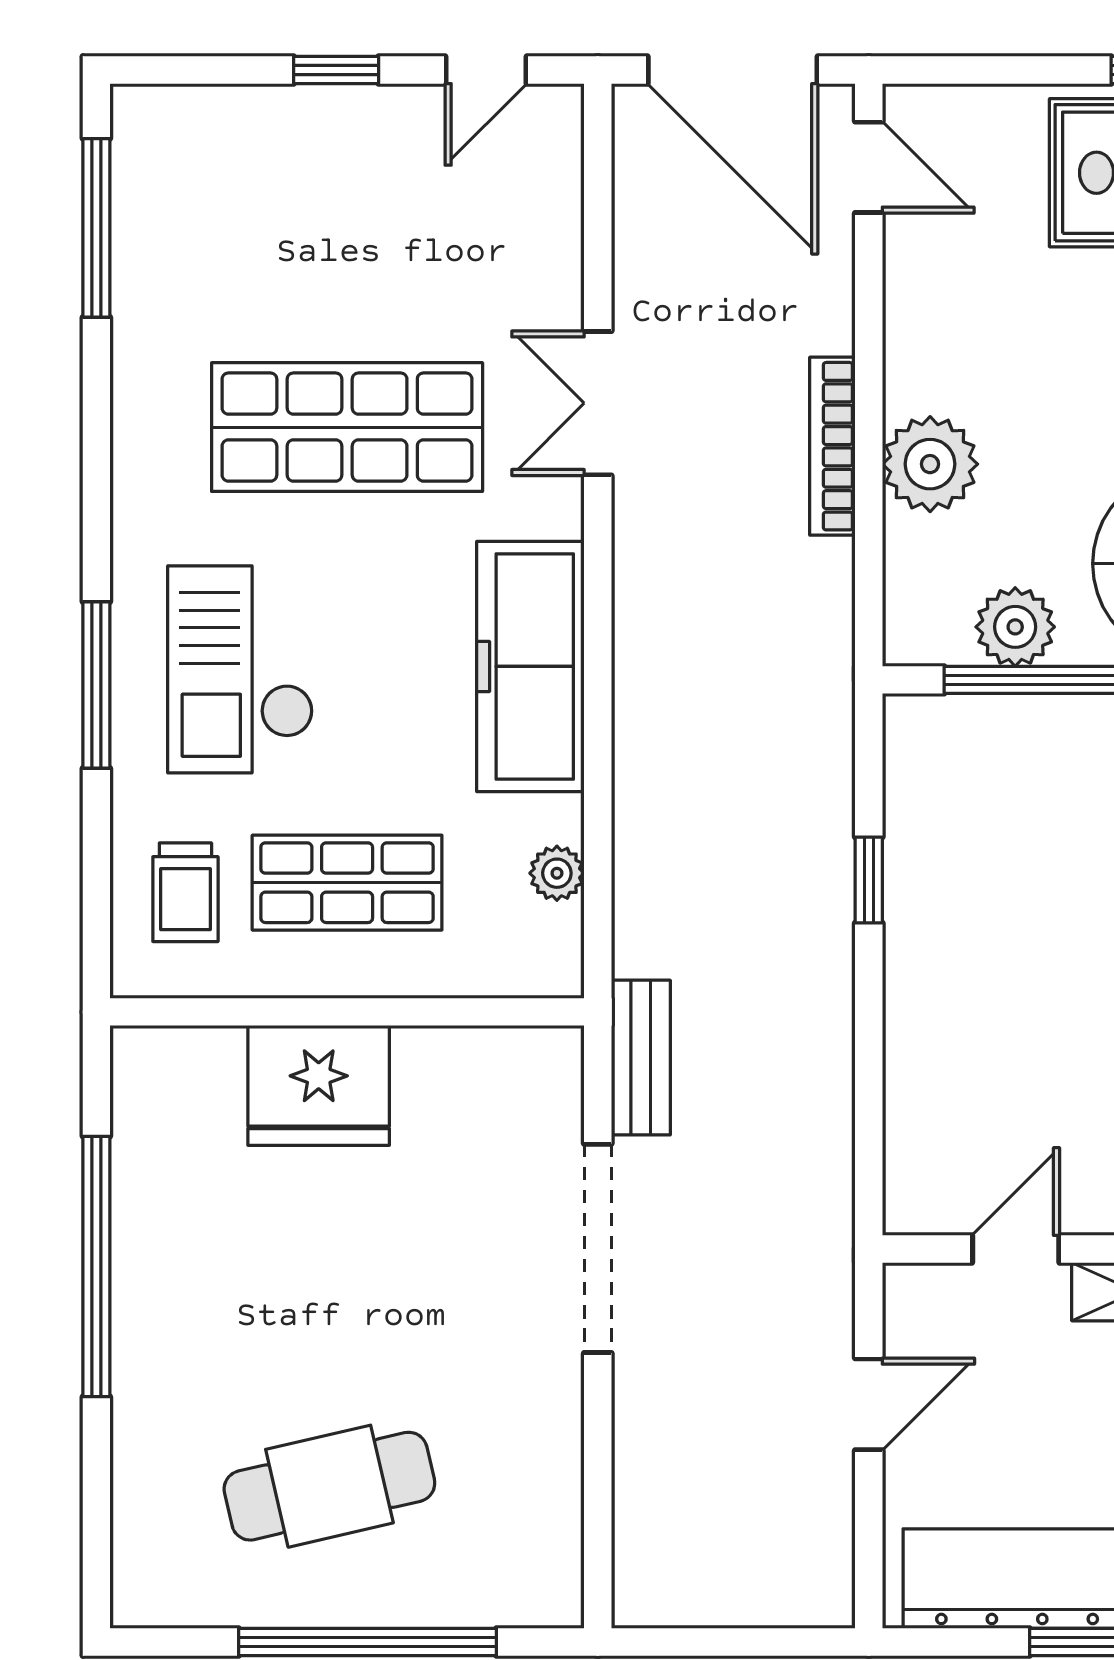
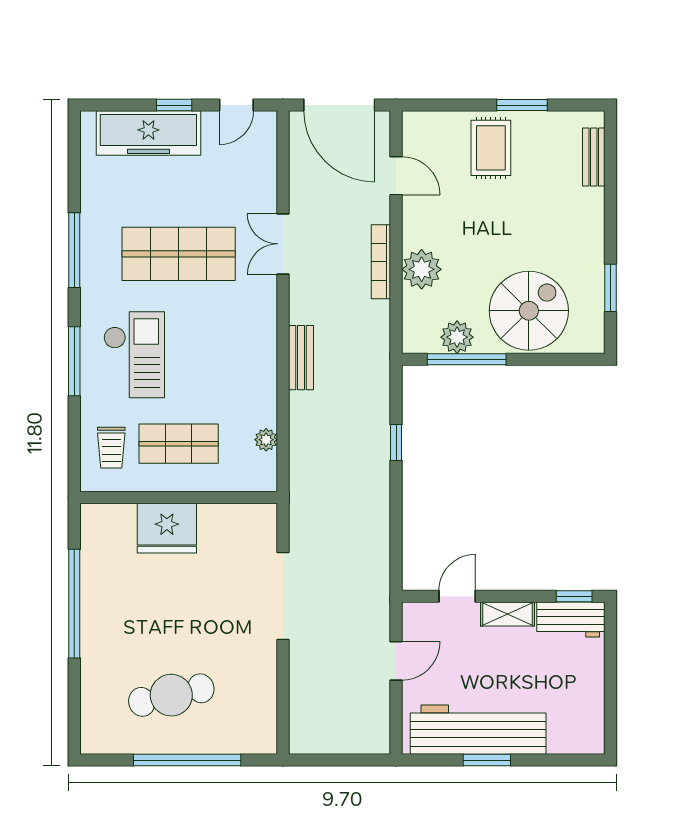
door: (869, 167) -> (396, 176), moved
window: (96, 228) -> (74, 250), moved
freezer: (530, 666) -> (148, 133), moved, turned -90
checkout: (240, 669) -> (134, 355), turned 180
bench: (641, 1058) -> (301, 358), moved

